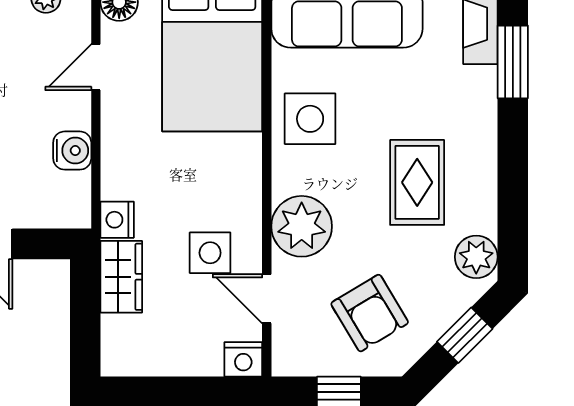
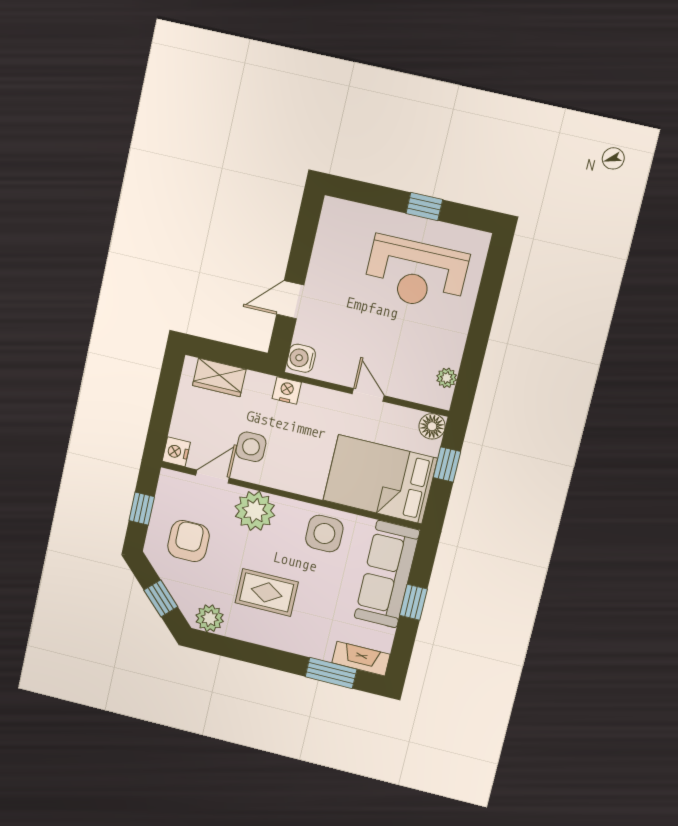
door: (96, 67) -> (368, 395), moved
water cooler: (72, 151) -> (301, 358), moved, turned 90
wardrobe: (121, 277) -> (219, 377), moved
armchair: (370, 313) -> (188, 541), turned 121

